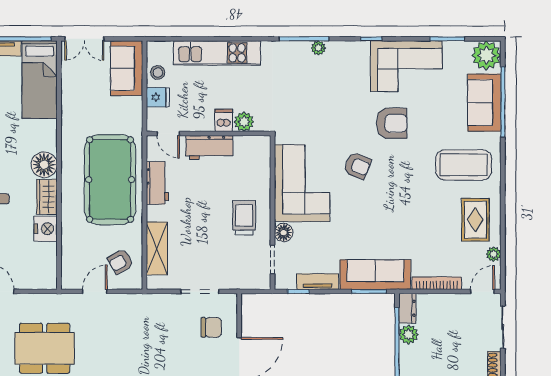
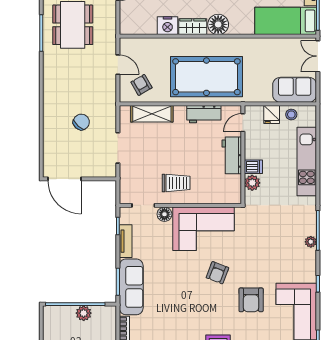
dresser: (407, 308) -> (104, 312), removed
chair: (211, 327) -> (81, 122), moved, turned -138

